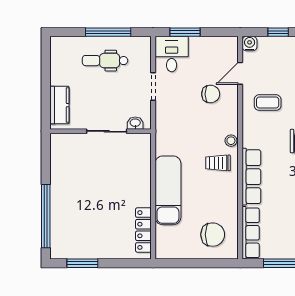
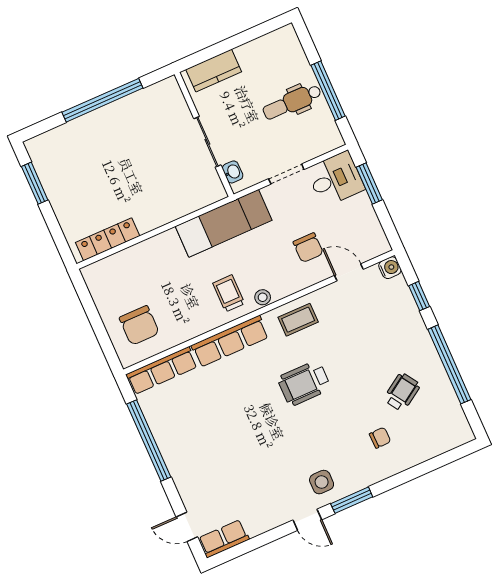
dental chair: (105, 61) -> (292, 102), turned -90
coffee table: (268, 103) -> (298, 320), moved, turned 90
exam couch: (168, 190) -> (224, 223), moved
window: (46, 216) -> (102, 100), moved

